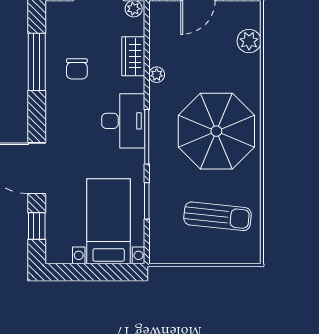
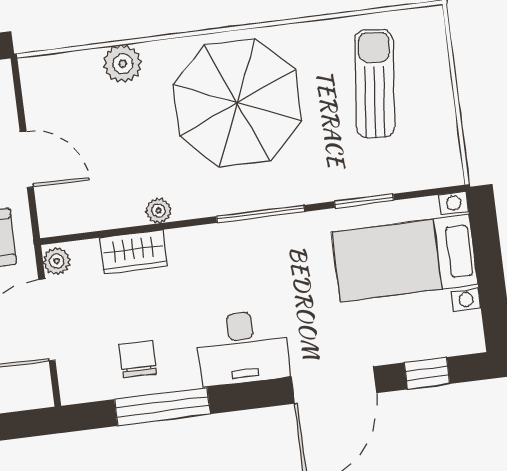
plant: (249, 41) -> (123, 64), moved
chair: (77, 69) -> (138, 359), moved, turned -90
desk: (123, 121) -> (242, 348), moved, turned 180

